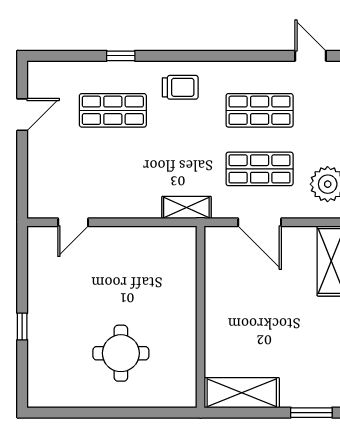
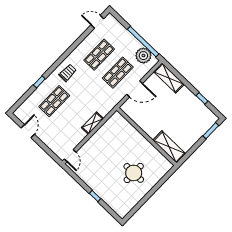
shelving: (186, 208) -> (92, 123), moved
door: (73, 222) -> (70, 156), moved
shelving: (242, 393) -> (169, 147), moved, turned 90

